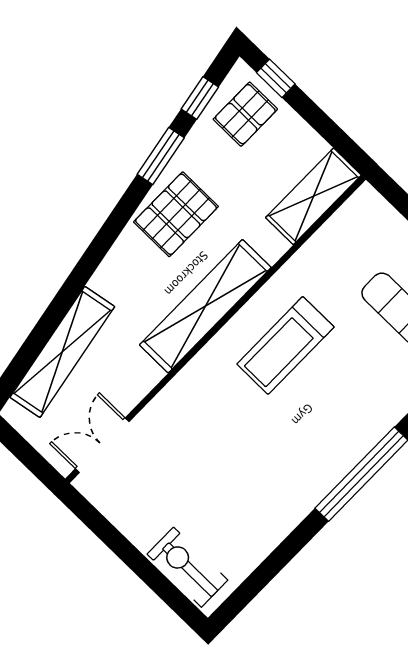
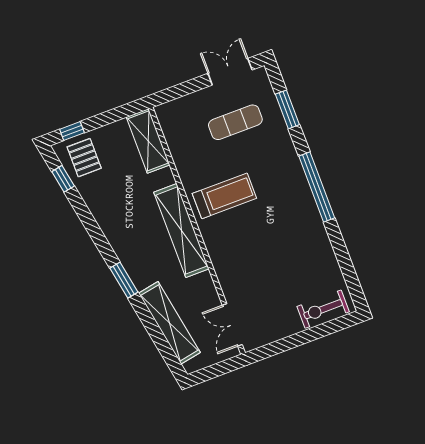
window: (161, 156) -> (124, 280), moved
pallet: (176, 214) -> (122, 223), removed
treadmill: (285, 345) -> (224, 196), turned -90

